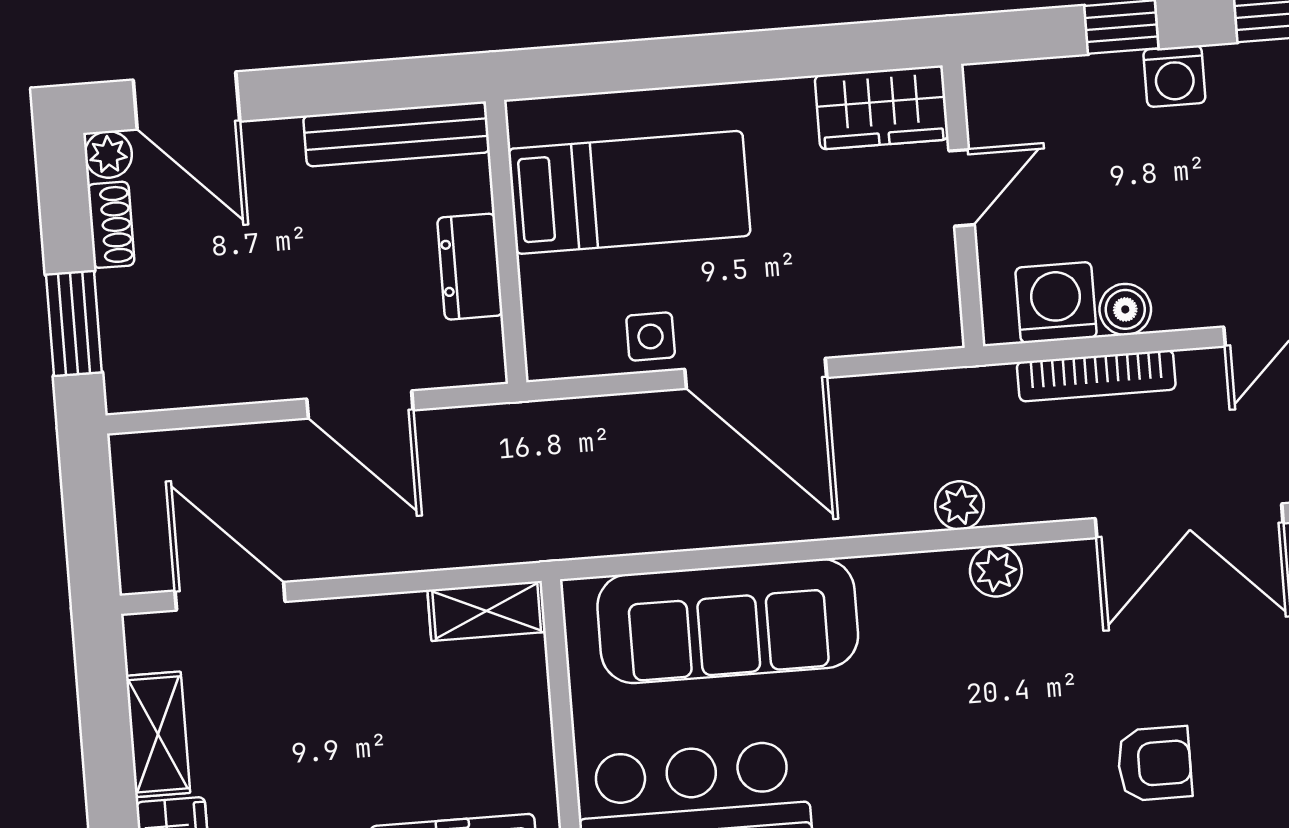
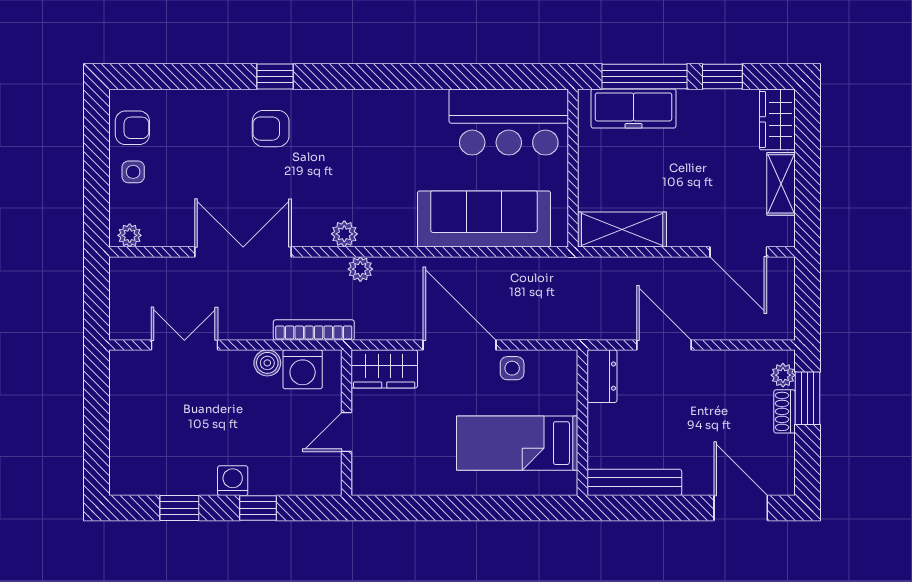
wardrobe: (882, 108) -> (384, 369), moved, turned 180
plant: (108, 154) -> (783, 375), moved
shoe rack: (111, 225) -> (785, 411), moved
dresser: (470, 267) -> (602, 376), moved
bookcase: (1096, 376) -> (314, 330), moved
shelving: (487, 611) -> (622, 229), width x1.50, depth x1.33

